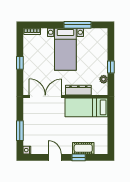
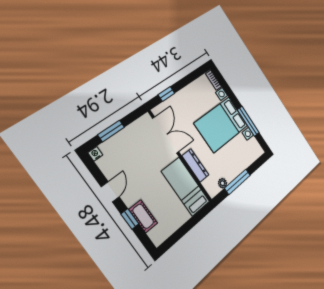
bed with nightstands: (65, 49) -> (221, 124), width x1.36
window: (20, 63) -> (166, 94), moved
window: (111, 67) -> (237, 182), width x2.17

